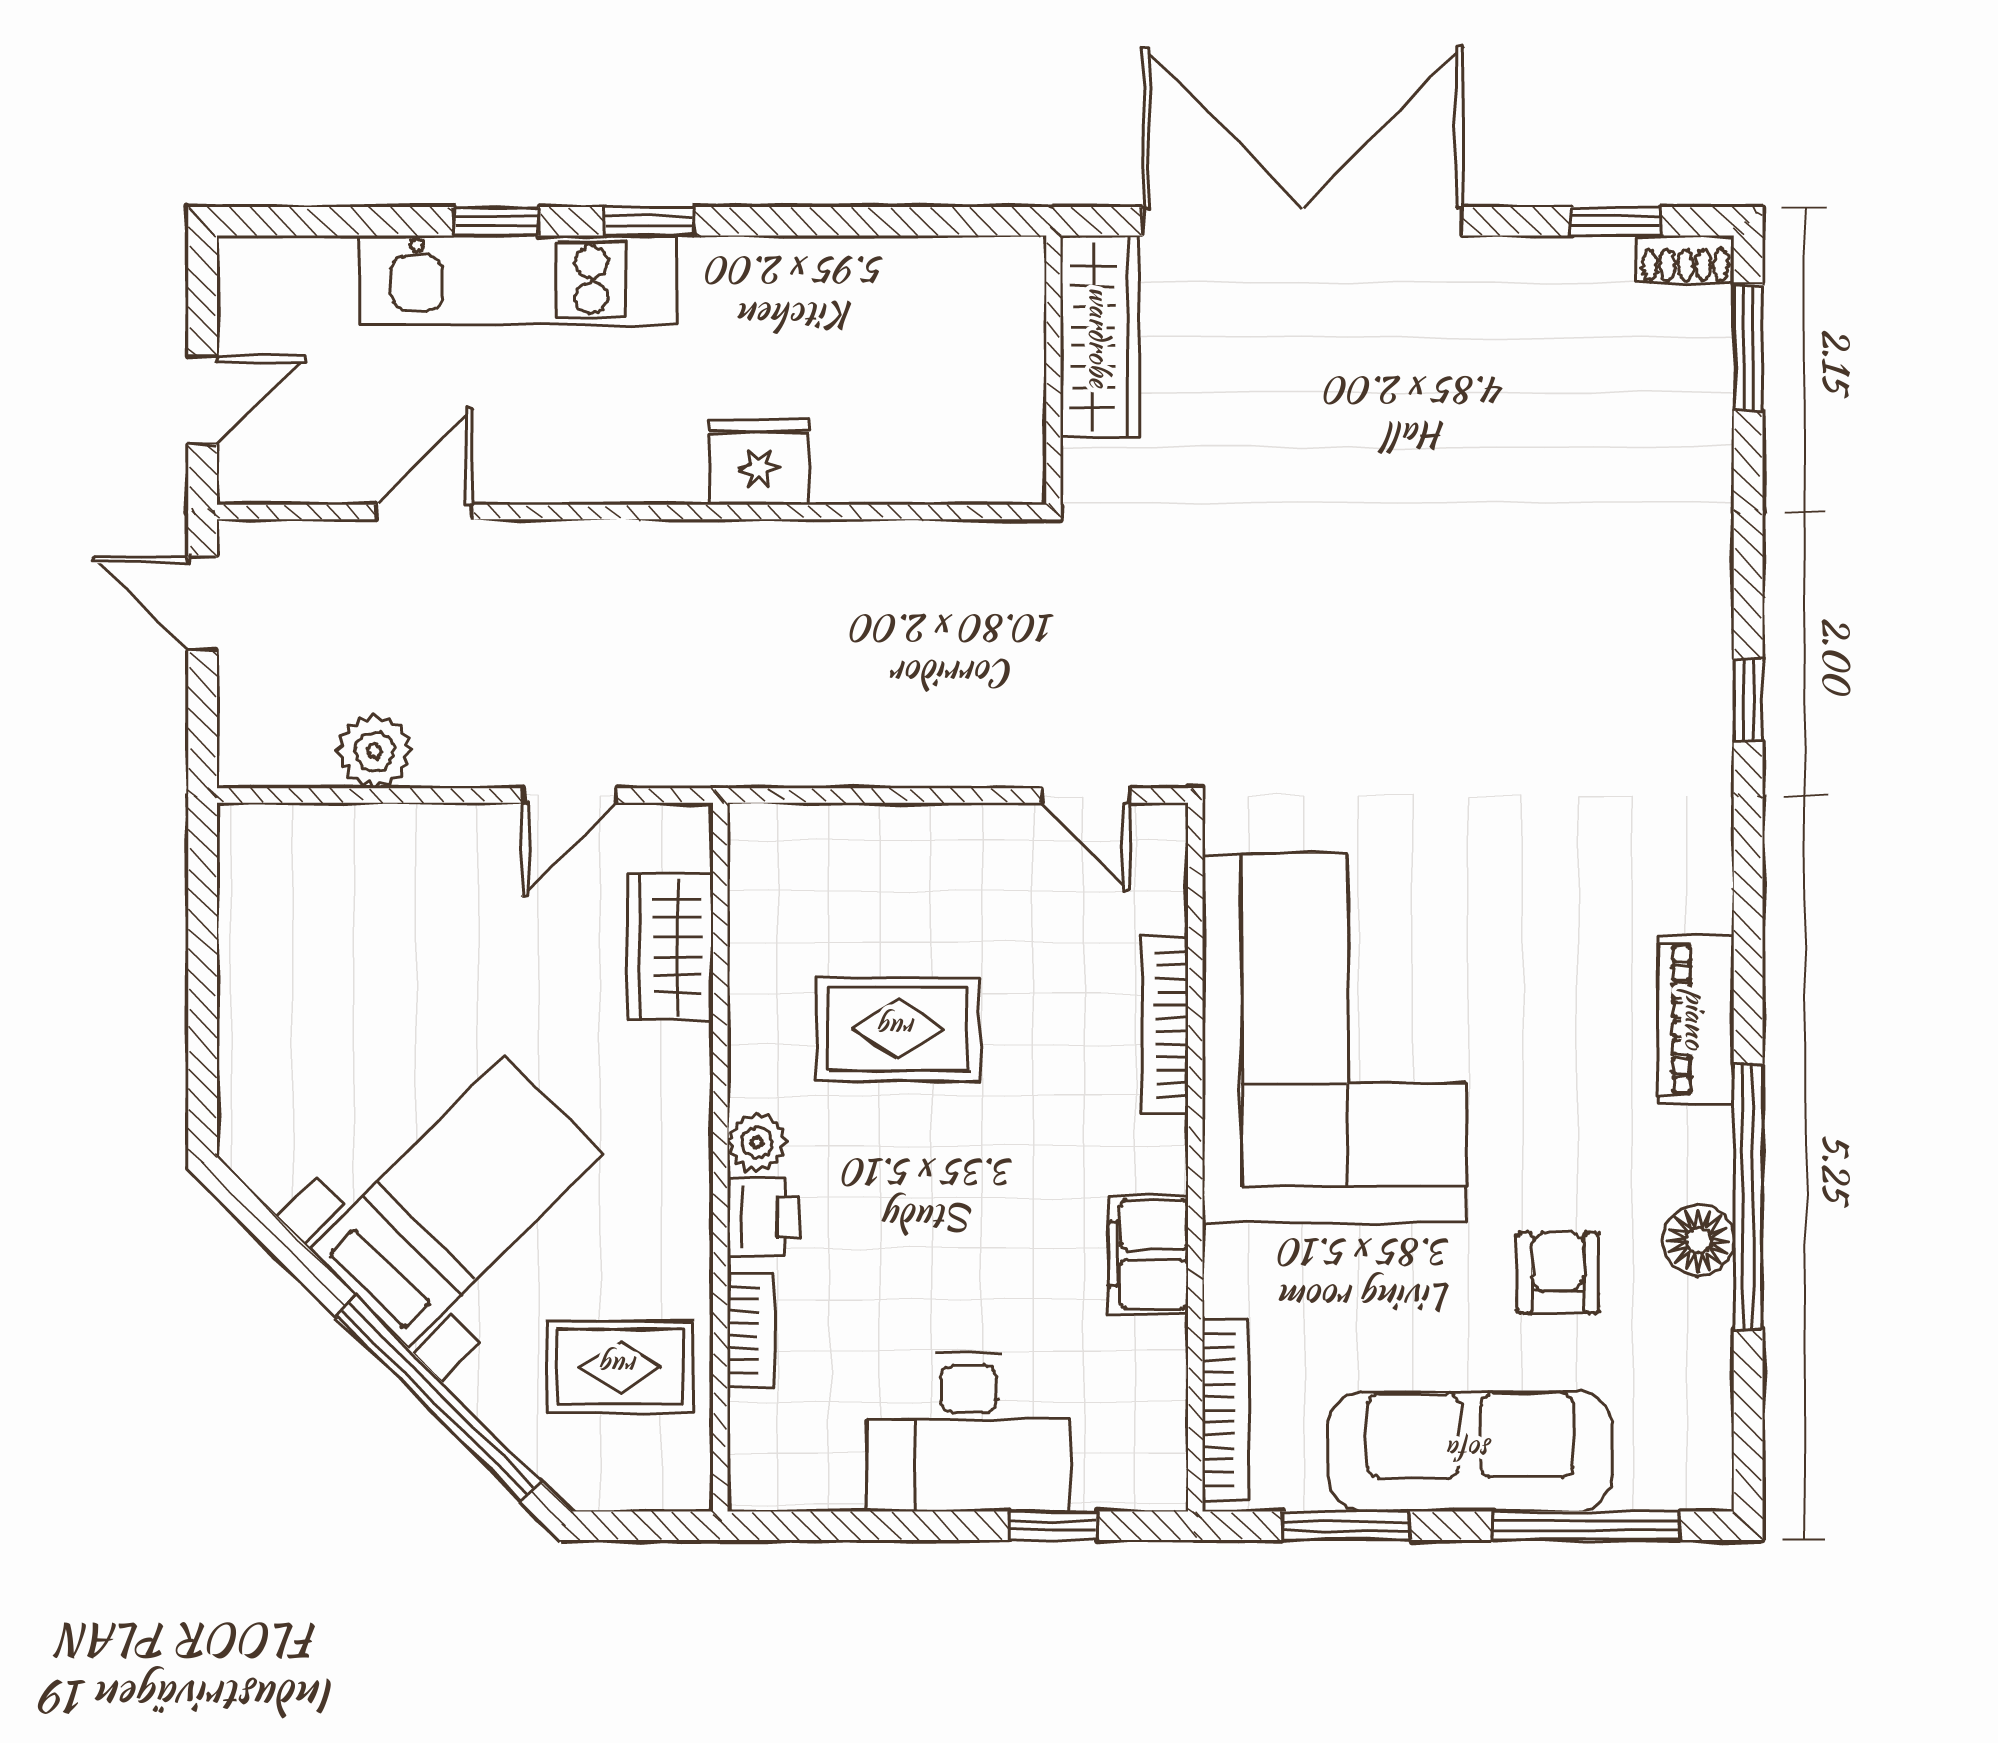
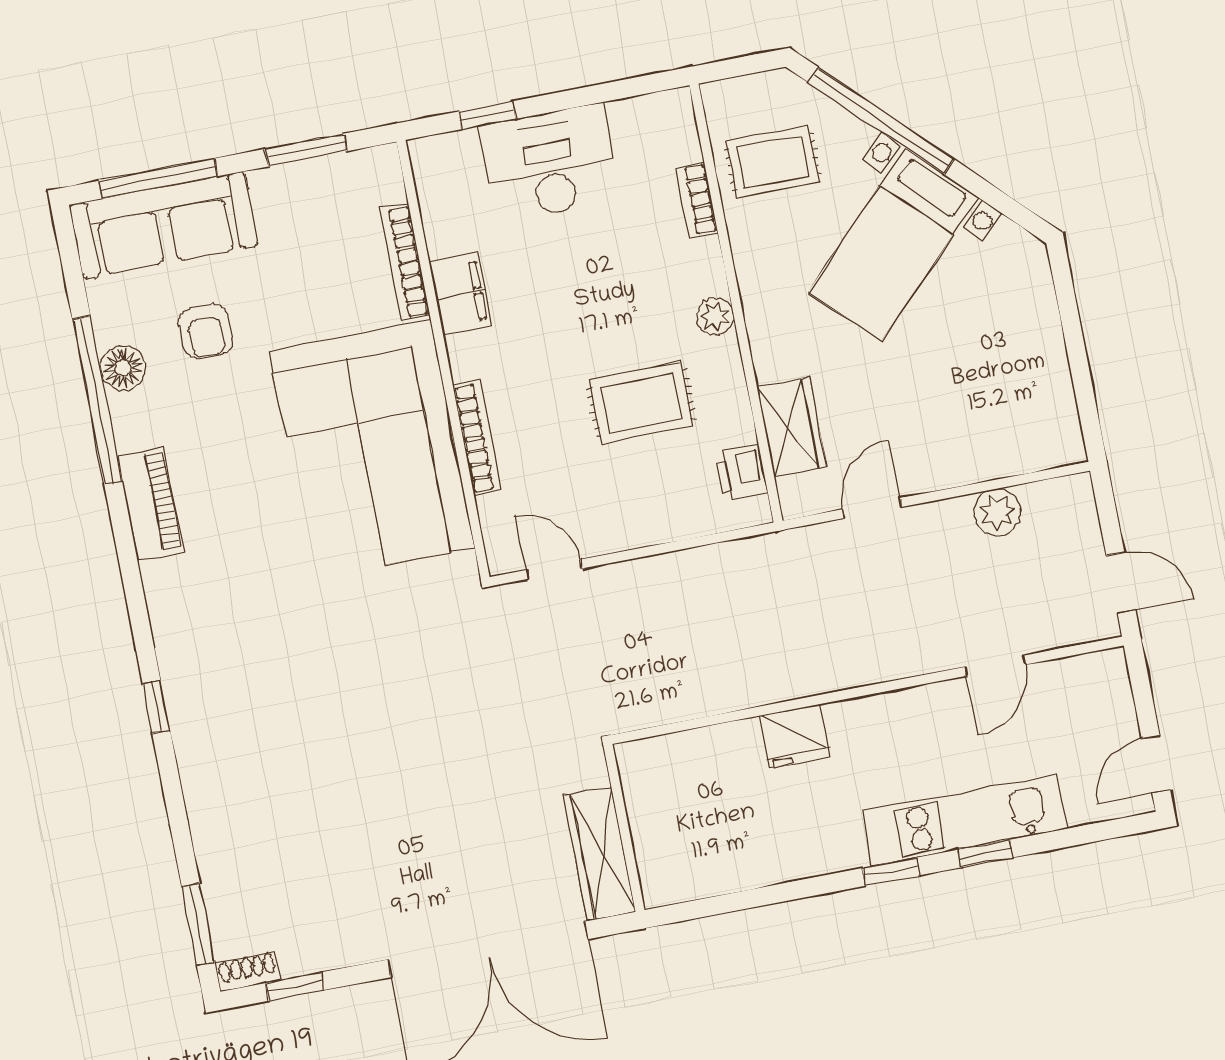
door: (203, 400) -> (1156, 764), moved
printer: (763, 1217) -> (741, 473), moved
bookcase: (1226, 1409) -> (405, 262), moved
sofa: (1470, 1451) -> (164, 225), moved

